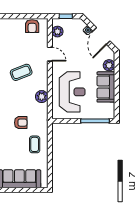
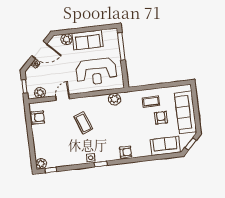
reception desk: (72, 92) -> (96, 72), turned 180
plant: (42, 97) -> (115, 99), moved
armchair: (21, 123) -> (161, 118), moved

